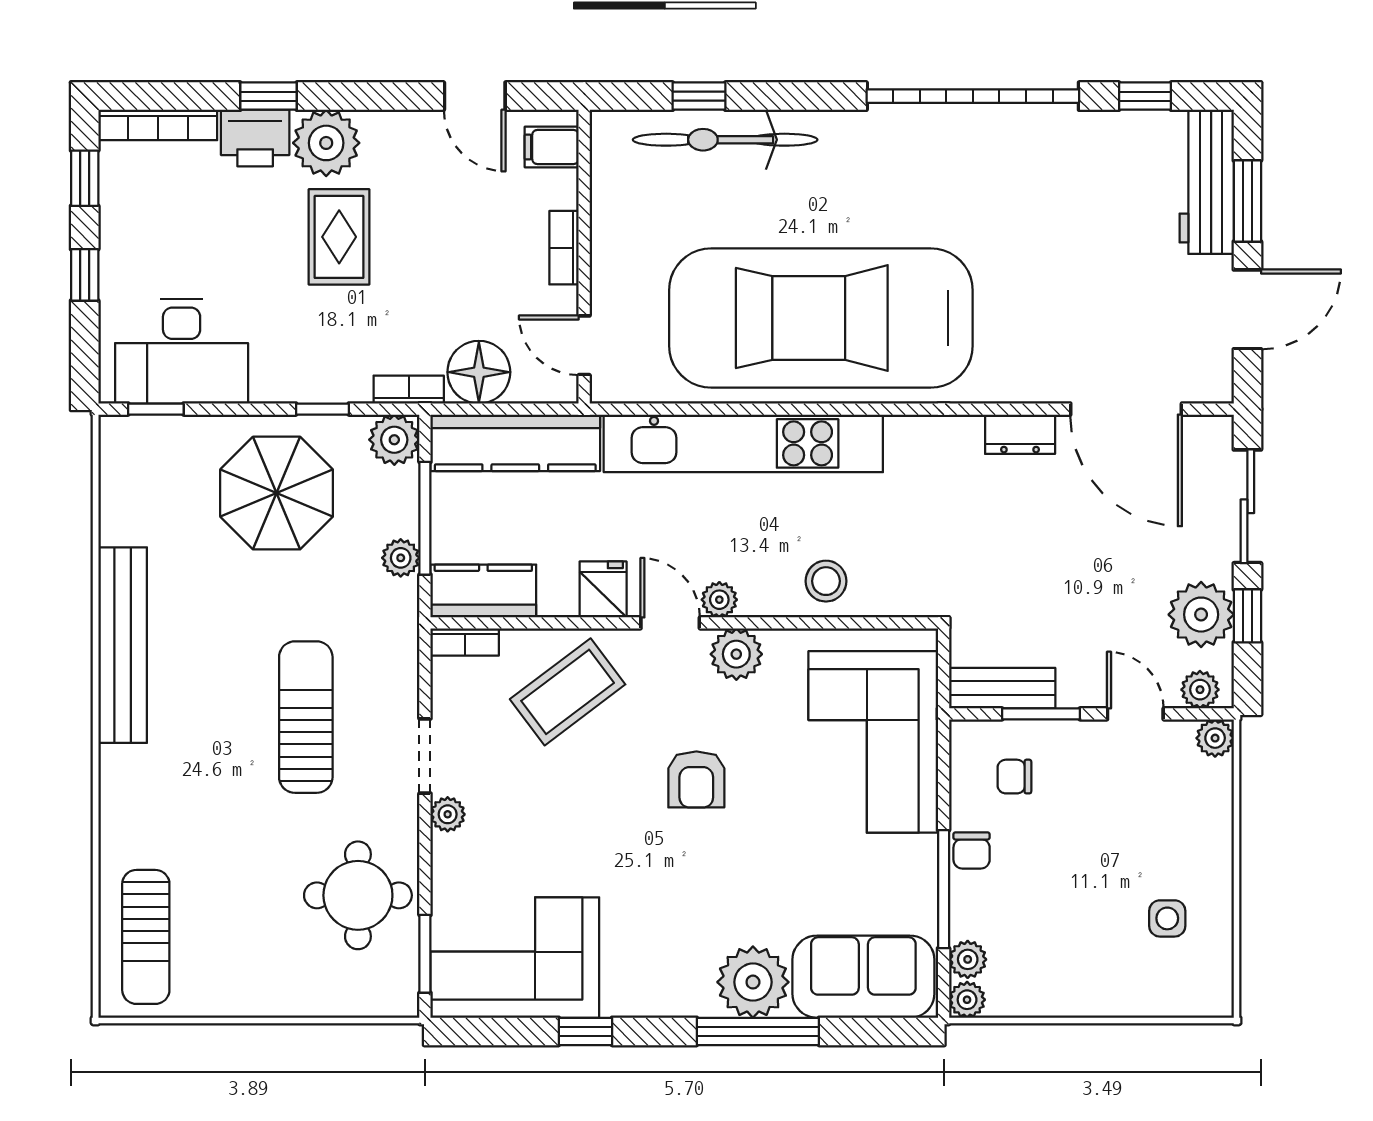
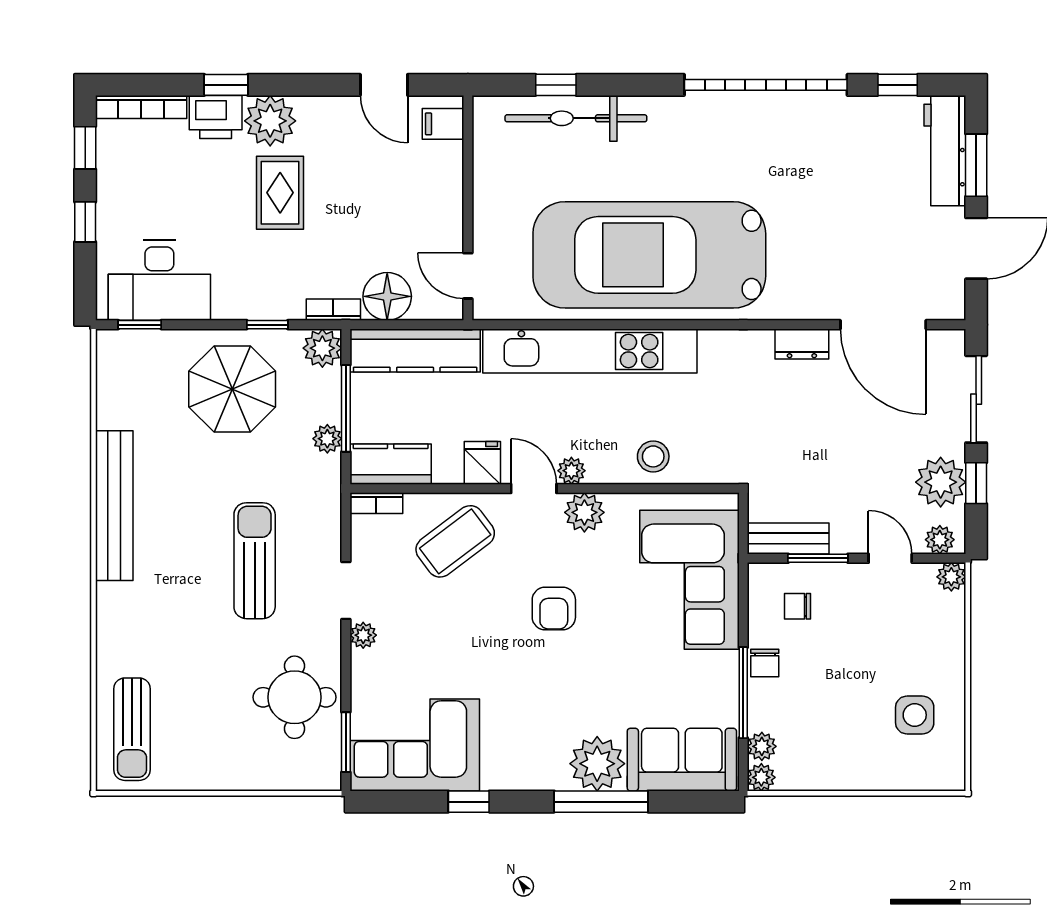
bookcase: (564, 248) -> (452, 201), removed
side table: (1167, 918) -> (915, 715), width x1.37, depth x1.37

